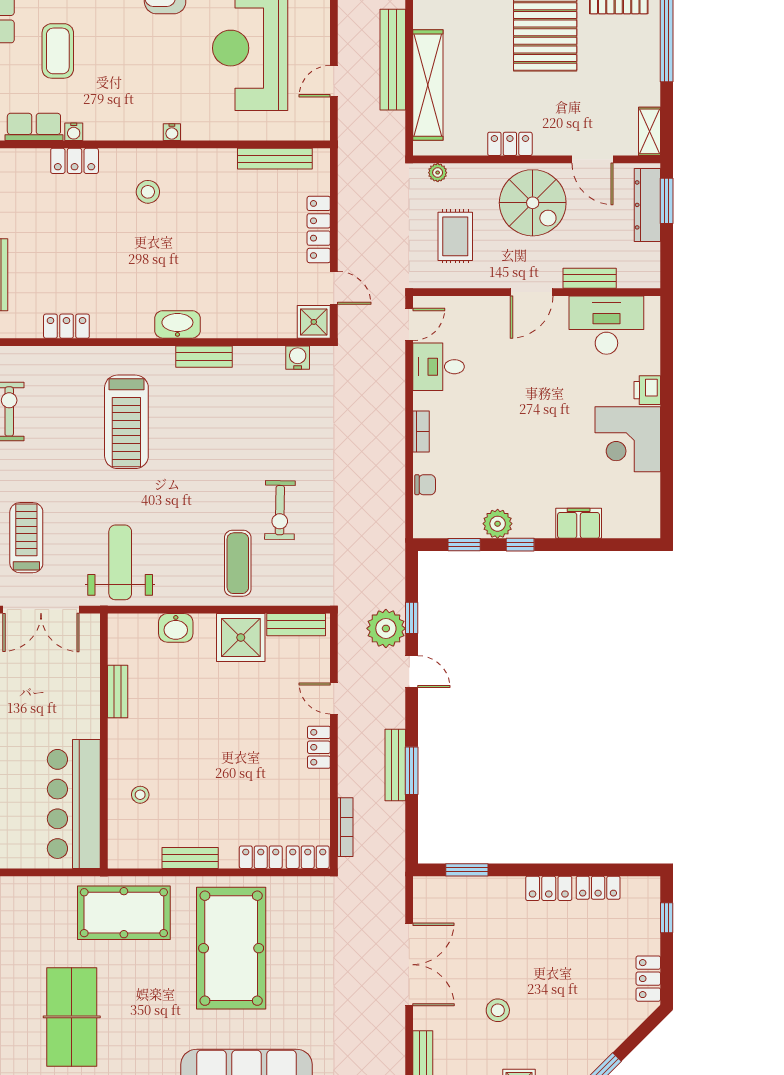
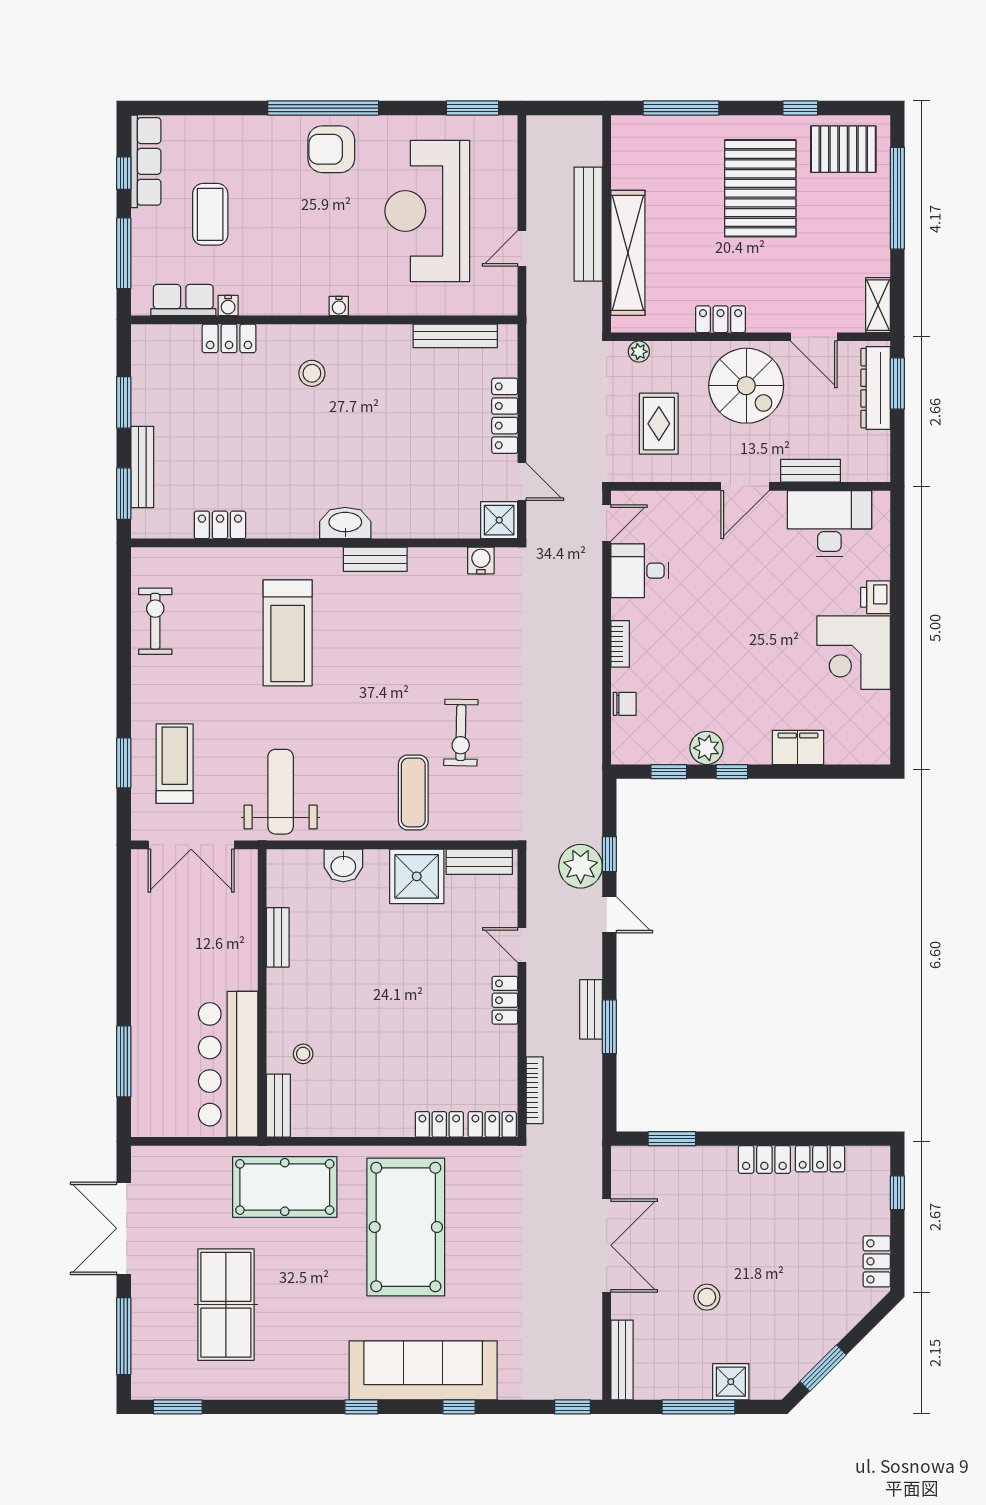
bench: (395, 765) -> (591, 1009), width x0.73
bench: (190, 858) -> (278, 1106), moved, turned 90

